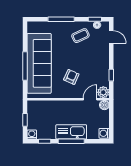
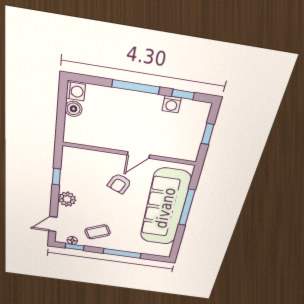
door: (111, 37) -> (53, 224), hinge flipped
plant: (103, 92) -> (67, 199), moved
door: (90, 99) -> (138, 155), moved
boiler: (104, 105) -> (74, 109), moved
kitchen sink: (71, 132) -> (133, 103), removed
washing machine: (32, 135) -> (172, 104), moved

